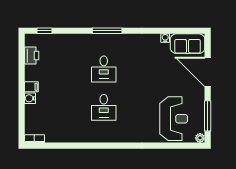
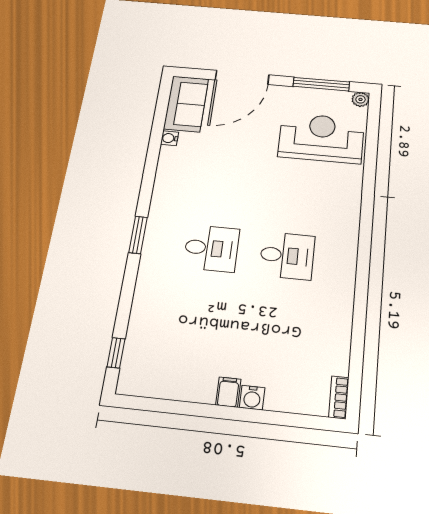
window: (107, 31) -> (138, 235), width x0.69
printer: (32, 56) -> (163, 384), removed

